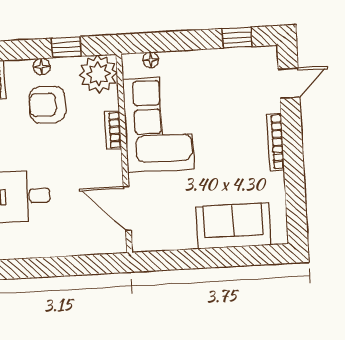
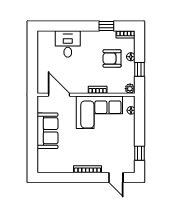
plant: (98, 74) -> (130, 89), width x0.53, depth x0.53
armchair: (47, 105) -> (112, 58), turned -90
door: (127, 208) -> (59, 95), hinge flipped
sofa: (233, 226) -> (47, 131), moved

